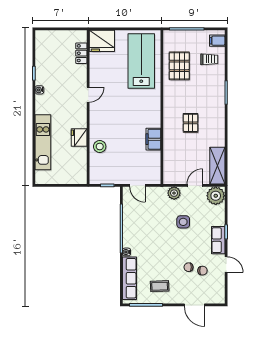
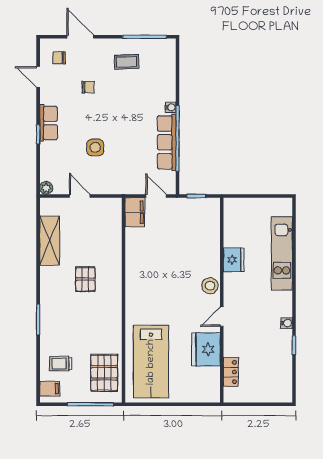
fridge: (102, 41) -> (206, 349), moved, turned -90
pallet: (179, 66) -> (104, 373), moved
filing cabinet: (153, 139) -> (135, 212), moved
stool: (100, 146) -> (210, 286), moved
shelving: (217, 166) -> (50, 241), moved
door: (195, 185) -> (80, 196), swing flipped
plant: (174, 193) -> (107, 186), removed
plant: (216, 196) -> (46, 188), width x0.53, depth x0.53
door: (226, 265) -> (38, 77), moved
chair: (202, 271) -> (59, 58), moved
row of seats: (129, 278) -> (167, 142), moved

